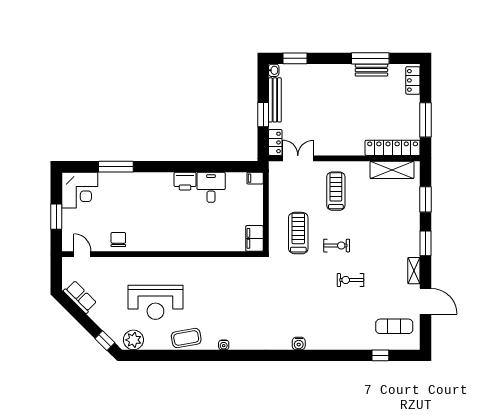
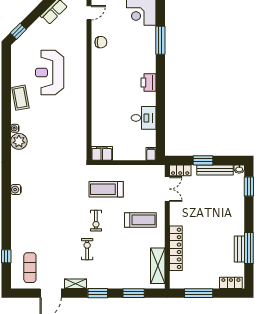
locker: (393, 148) -> (176, 248), moved
printer: (185, 181) -> (149, 83), moved
treadmill: (298, 233) -> (106, 189), turned 180
exercise bike: (350, 280) -> (87, 249), moved
plant: (133, 340) -> (19, 141), moved

